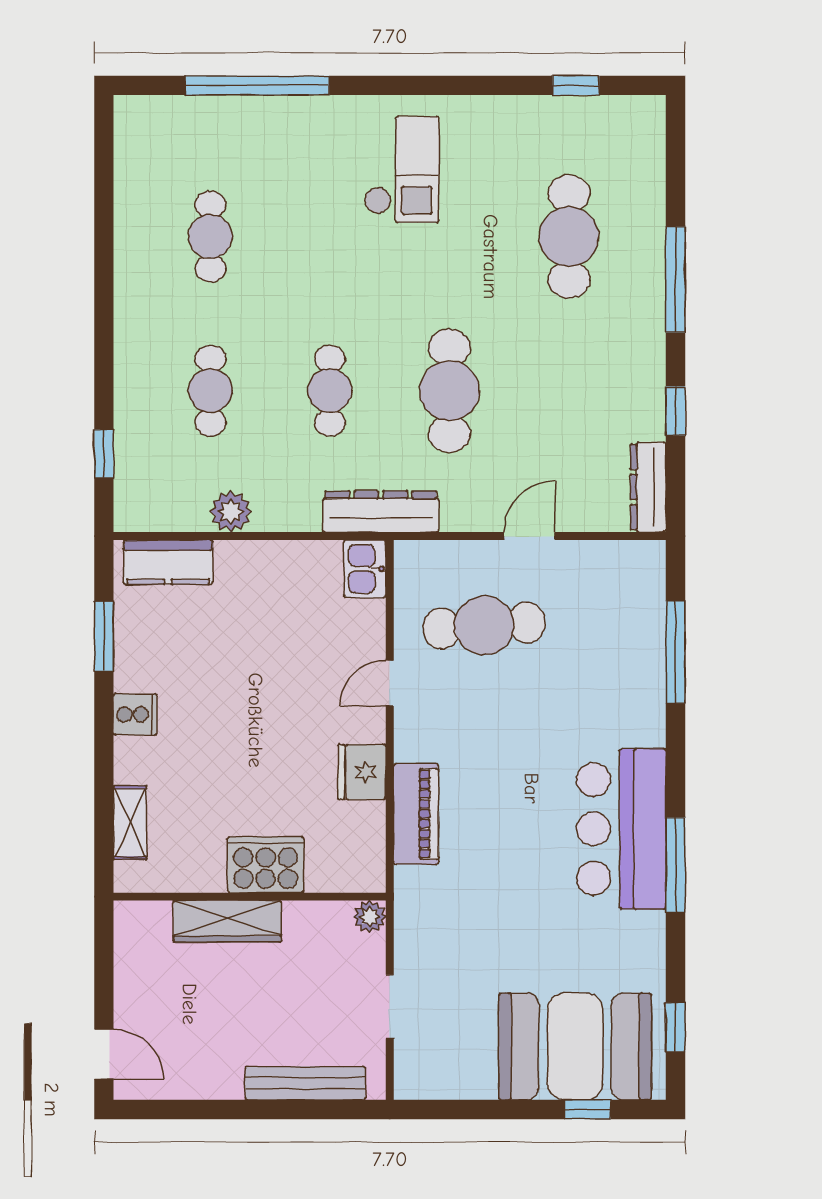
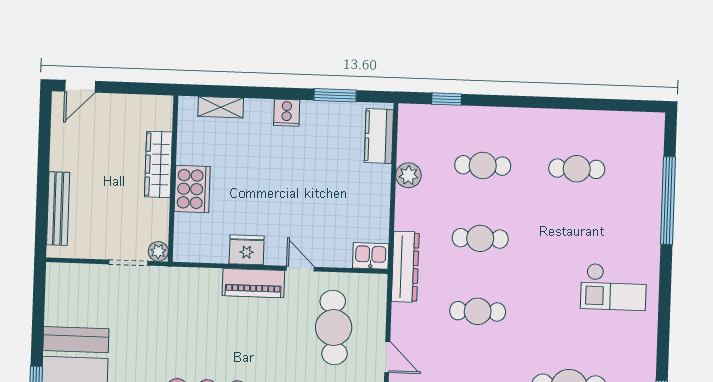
cafe table: (449, 391) -> (478, 311), width x0.73, depth x0.74
piano: (416, 814) -> (253, 283), moved
doorway: (390, 1007) -> (128, 263), moved

